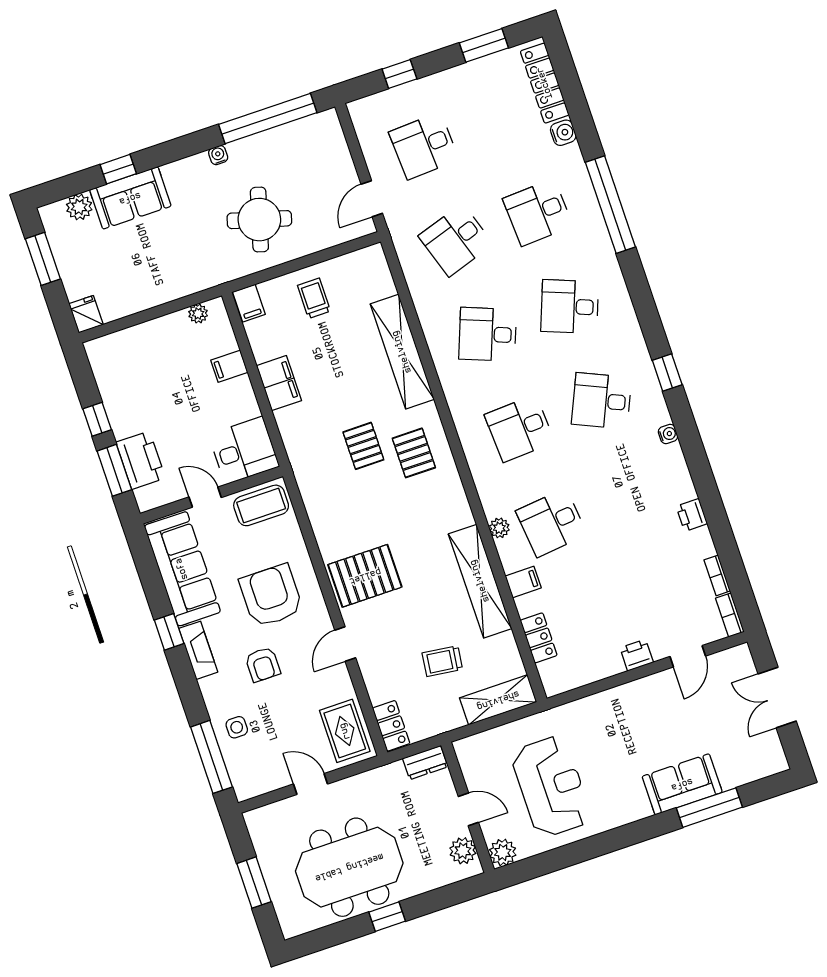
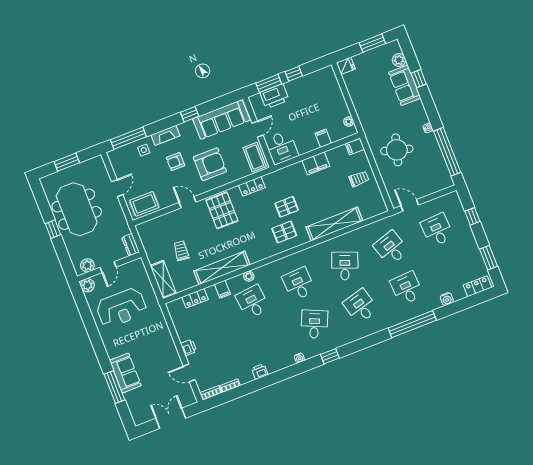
locker: (545, 83) -> (477, 286), width x0.66
desk: (570, 307) -> (361, 306), turned -36
fireplace: (198, 650) -> (165, 135), moved
locker: (391, 726) -> (252, 186), moved

